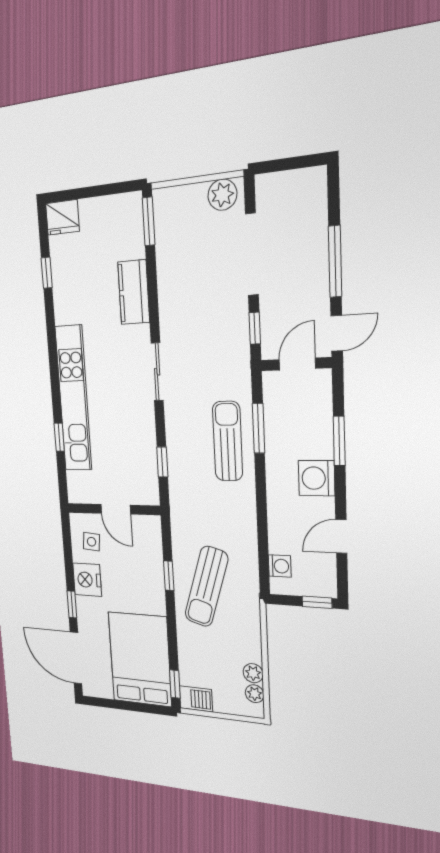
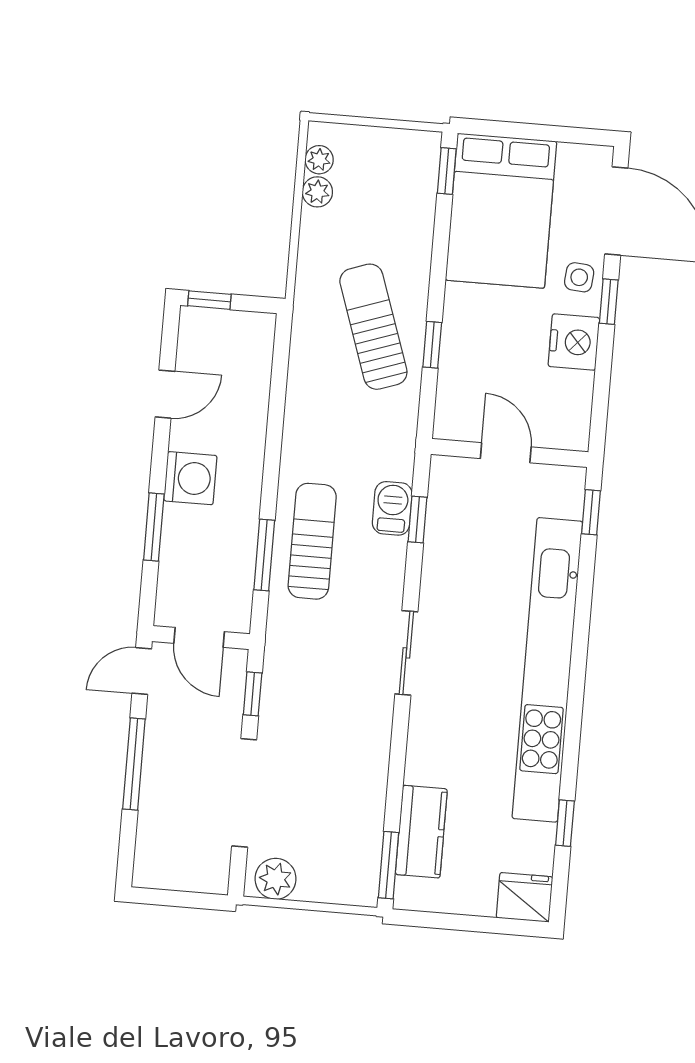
kitchen counter: (134, 292) -> (421, 832), moved
door: (297, 364) -> (199, 637), hinge flipped
kitchen unit: (73, 398) -> (547, 670), width x1.36
window: (59, 437) -> (591, 512), moved
sun lounger: (228, 441) -> (312, 541), turned 180
side table: (92, 542) -> (579, 277), moved
washing machine: (280, 566) -> (257, 355), removed
sun lounger: (206, 586) -> (373, 327), turned -36
barbecue: (196, 699) -> (392, 508), moved, turned 90

